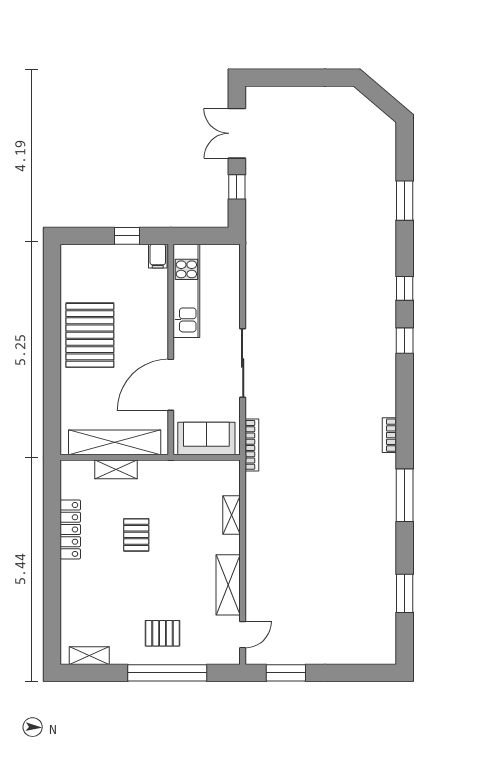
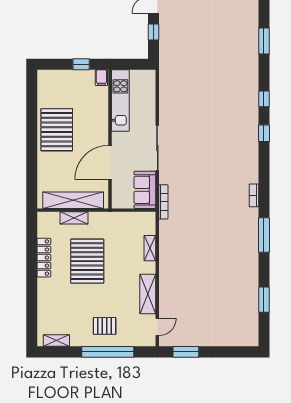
sofa: (206, 439) -> (145, 190), moved, turned -90
pallet: (136, 535) -> (87, 261), width x2.05, depth x2.00

